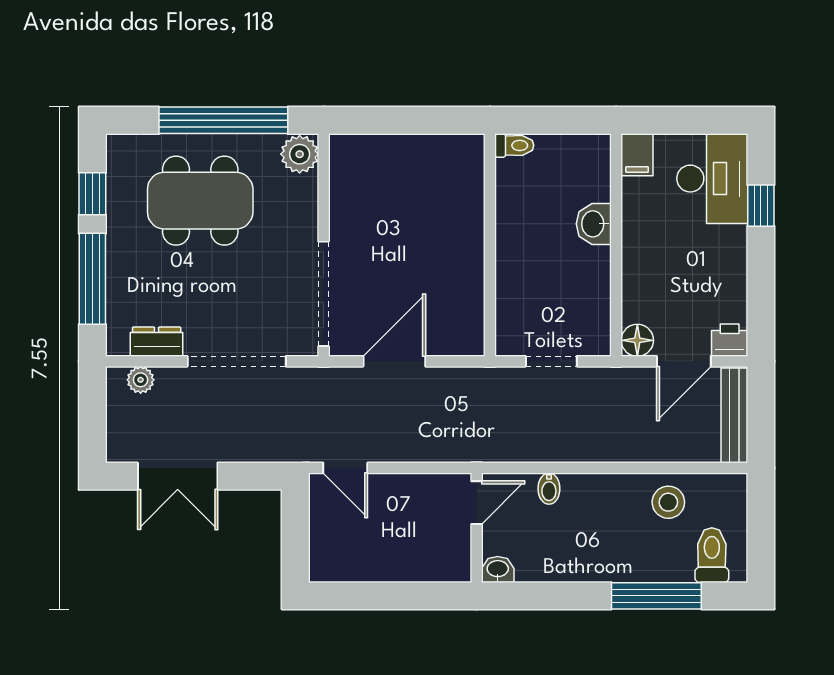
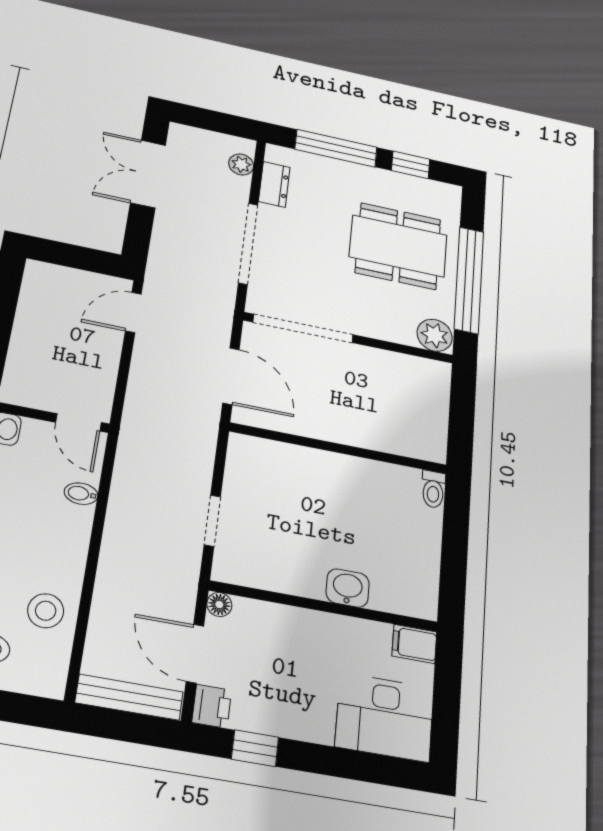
toilet: (514, 145) -> (433, 489), moved
dining table: (200, 201) -> (398, 246), turned 90
window: (761, 206) -> (255, 748), moved
wall: (490, 245) -> (339, 448), moved
floor lamp: (637, 340) -> (219, 604), width x0.73, depth x0.73

